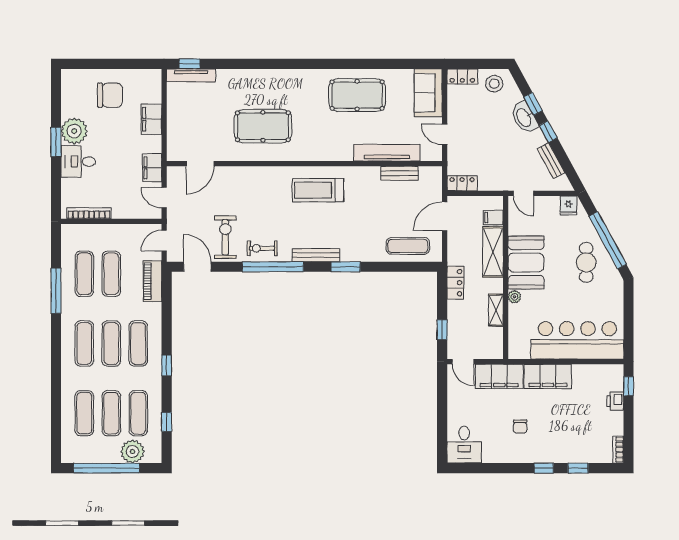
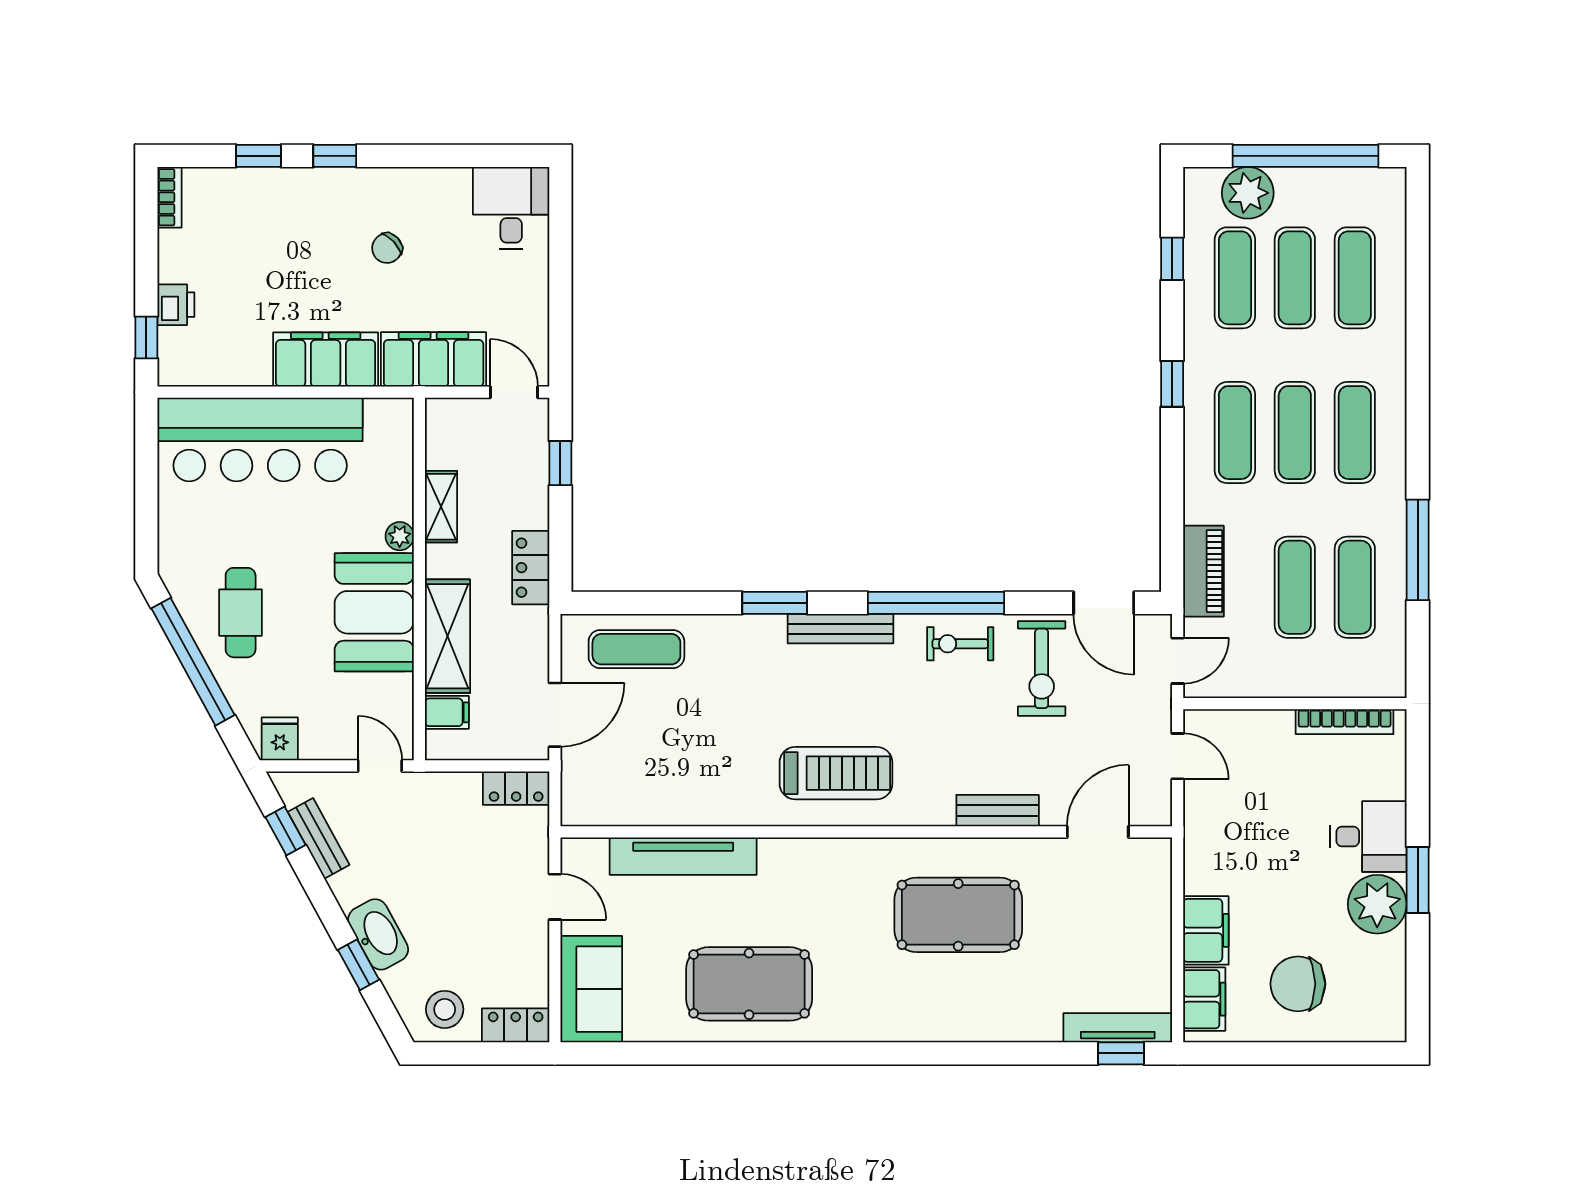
window: (548, 132) -> (285, 831), moved
filing cabinet: (152, 168) -> (1204, 999), moved
bench: (400, 173) -> (998, 811), moved
exercise bike: (262, 248) -> (960, 644), turned 180
chair: (520, 427) -> (387, 248), turned -133

